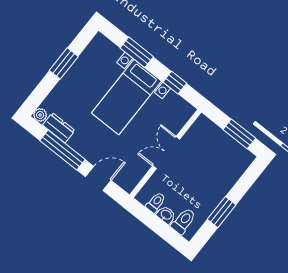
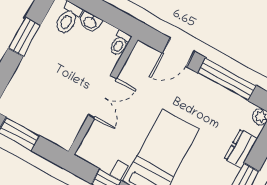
dresser: (59, 128) -> (241, 149), moved, turned 90
toilet: (156, 203) -> (120, 43), moved

